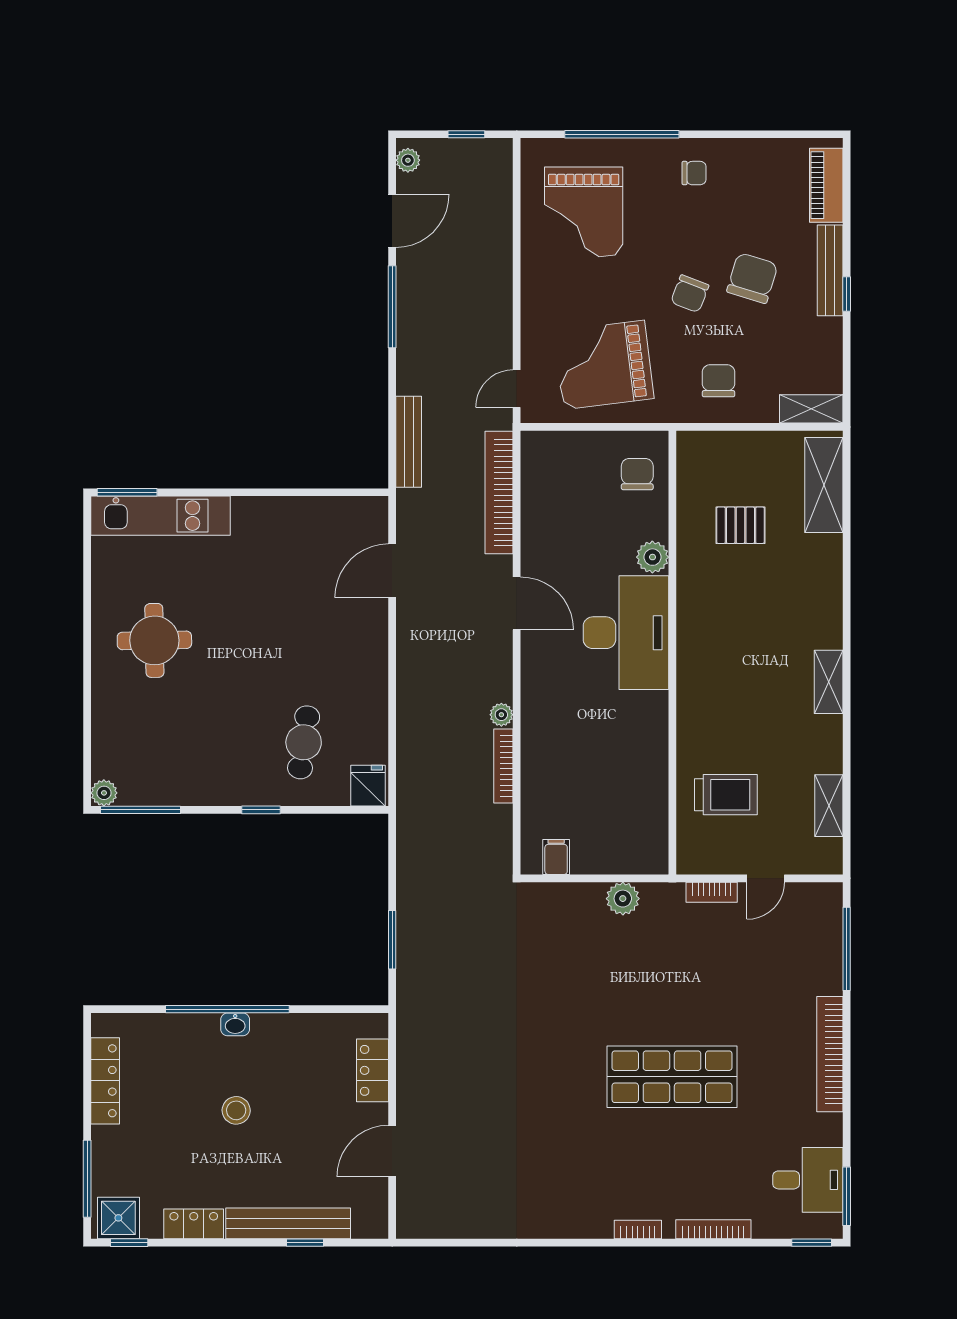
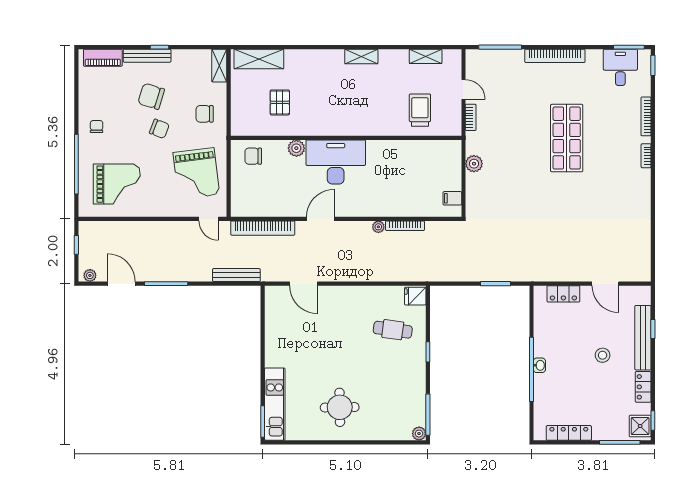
stool: (236, 1110) -> (603, 355), moved

